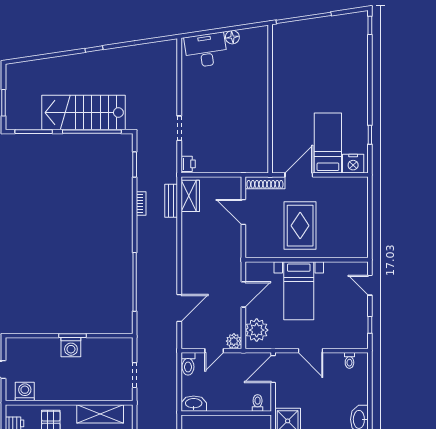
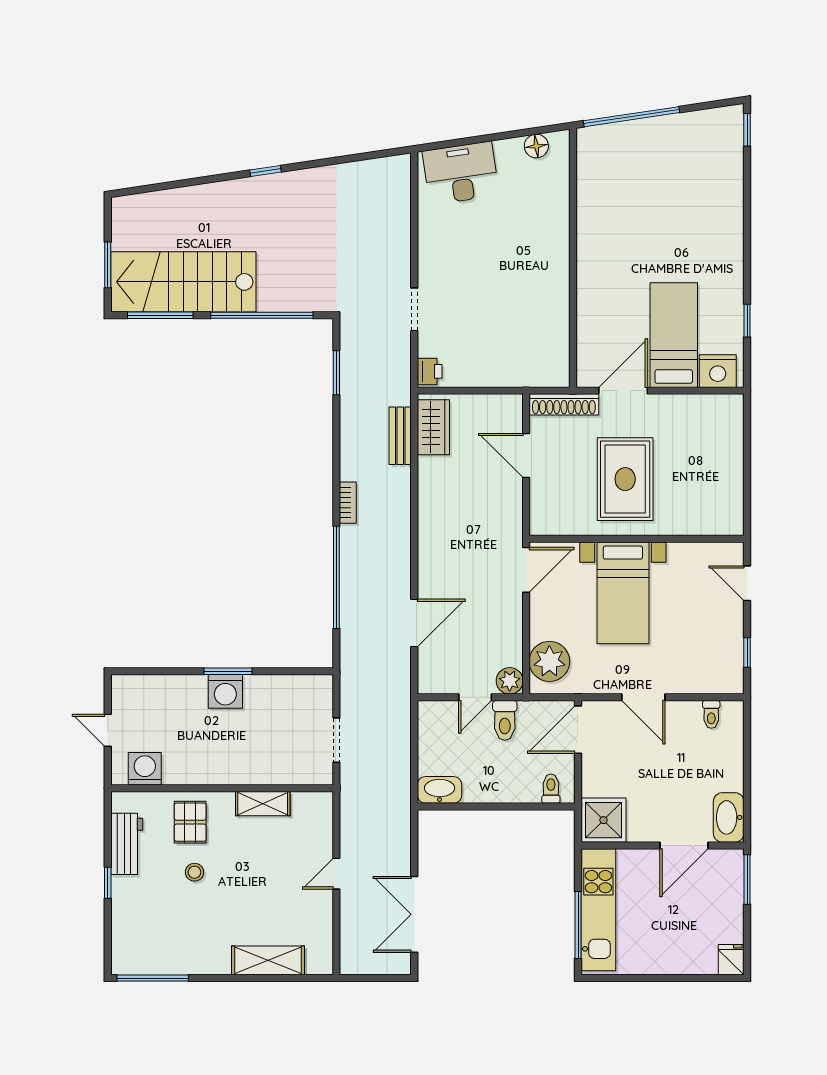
floor lamp: (232, 37) -> (536, 146), moved
stairs: (83, 113) -> (183, 282), moved
bookcase: (141, 204) -> (348, 503), moved
door: (243, 294) -> (526, 570), moved
toilet: (188, 364) -> (505, 720), moved
shelving: (100, 414) -> (263, 804), width x0.67, depth x0.75

